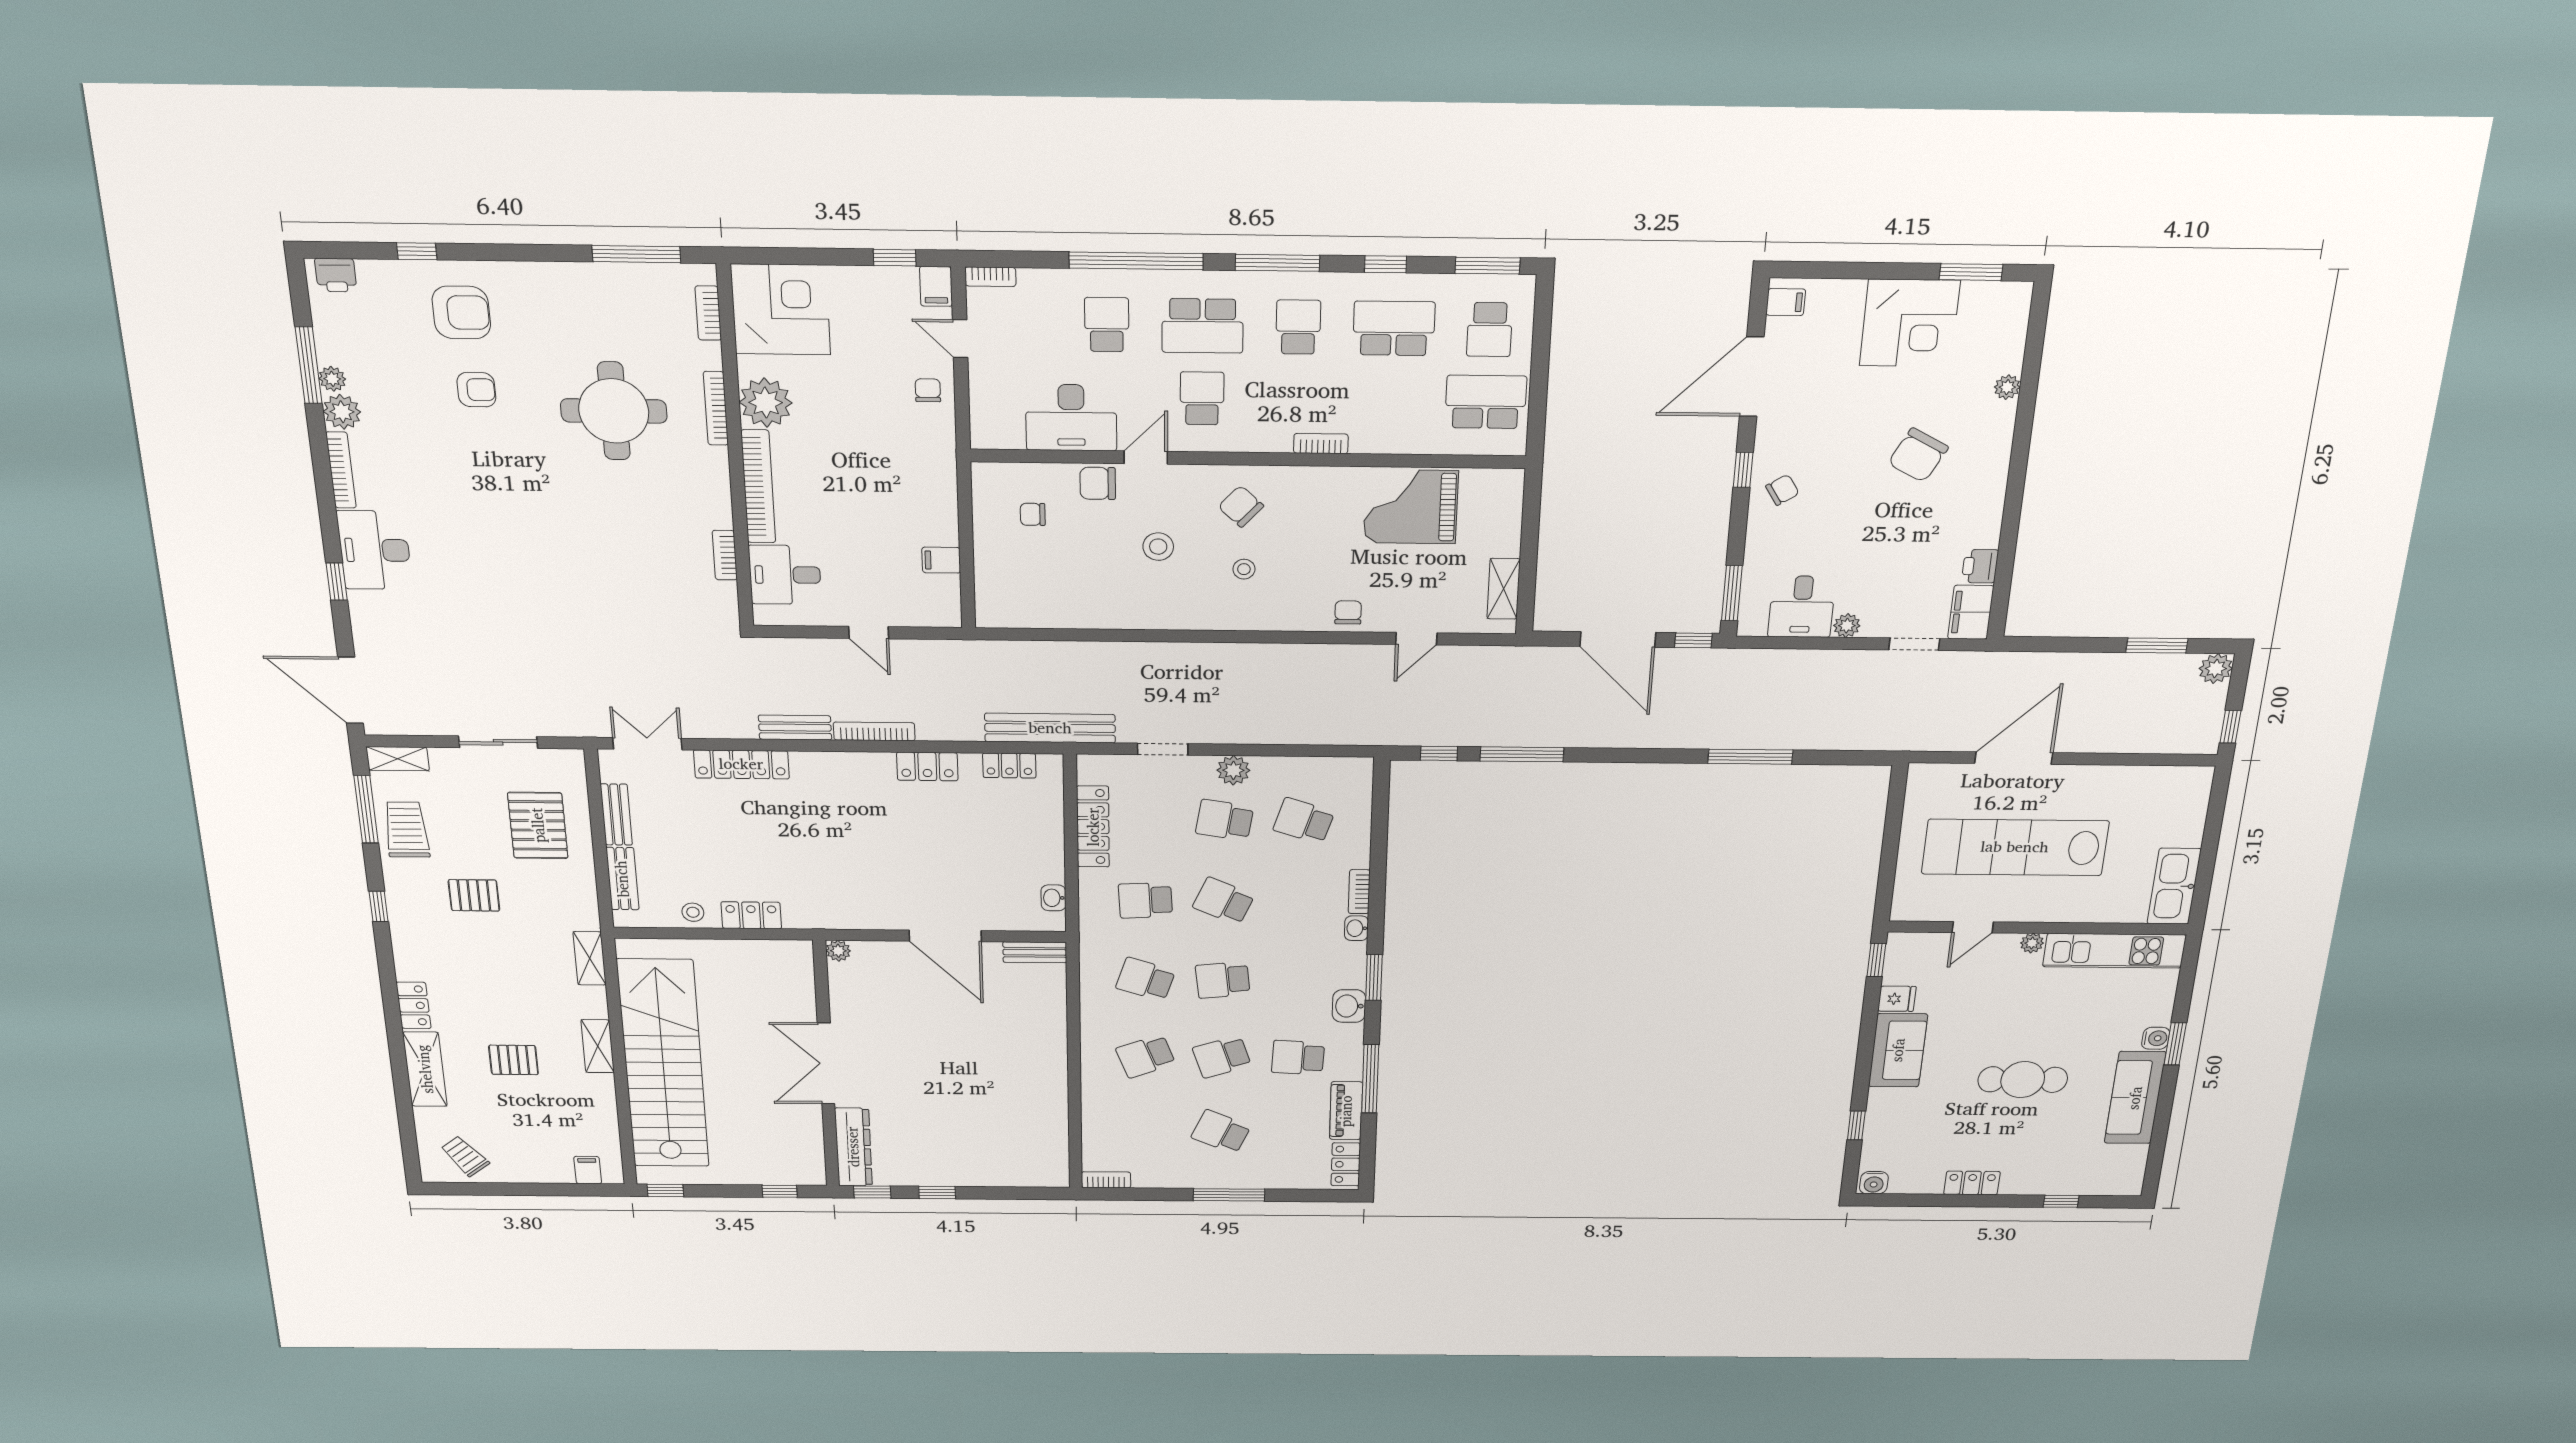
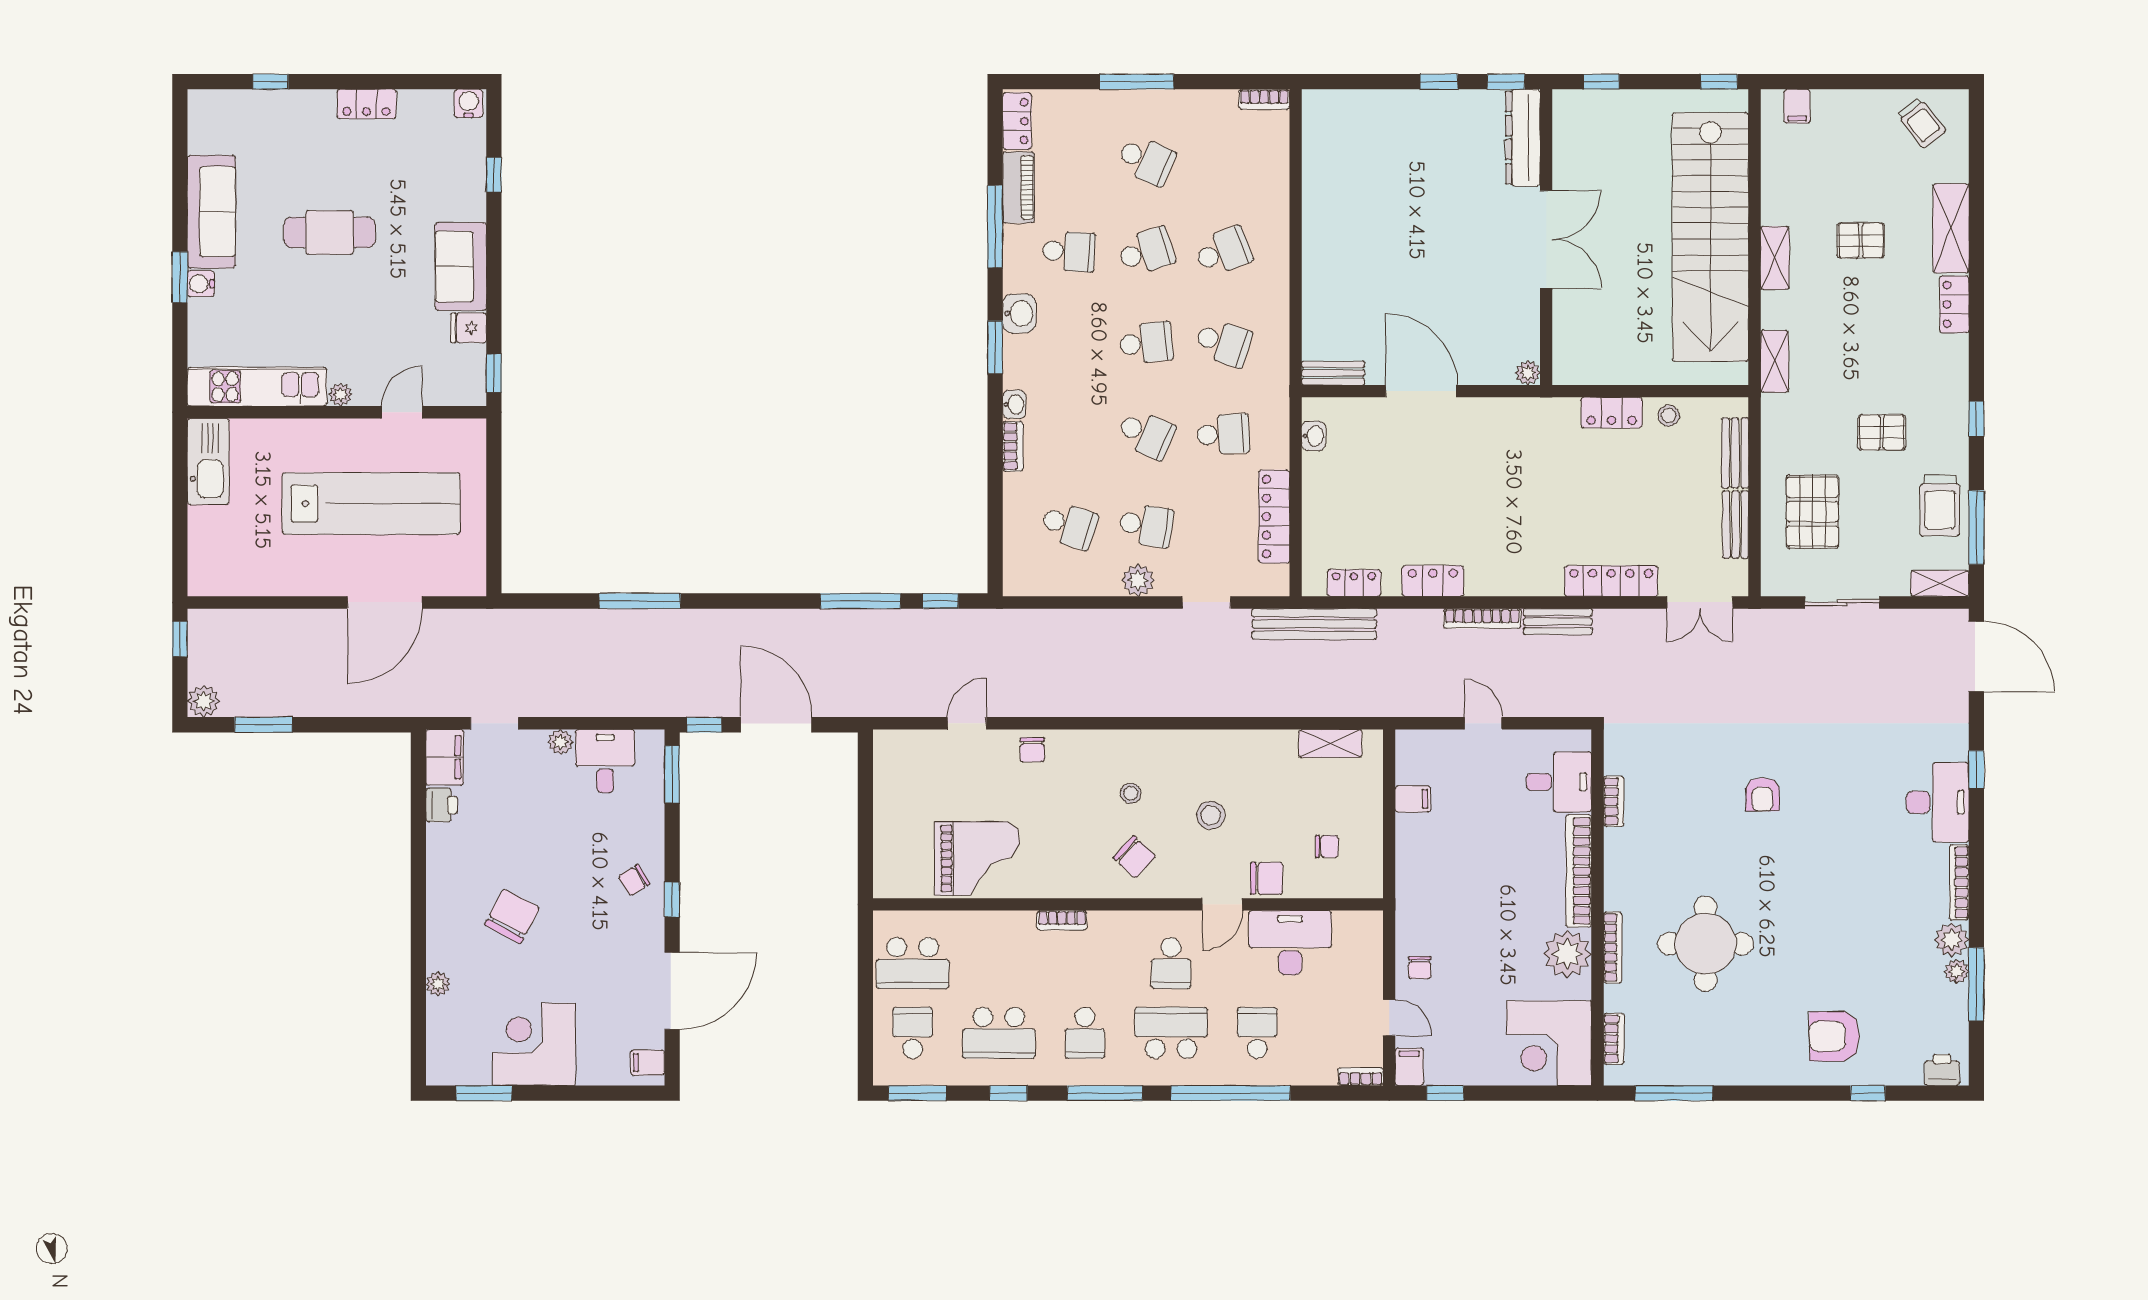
school desk: (1107, 325) -> (1257, 1033), turned 180
armchair: (476, 390) -> (1762, 794), moved, turned -90
shelving: (1504, 589) -> (1330, 743), moved, turned 90

